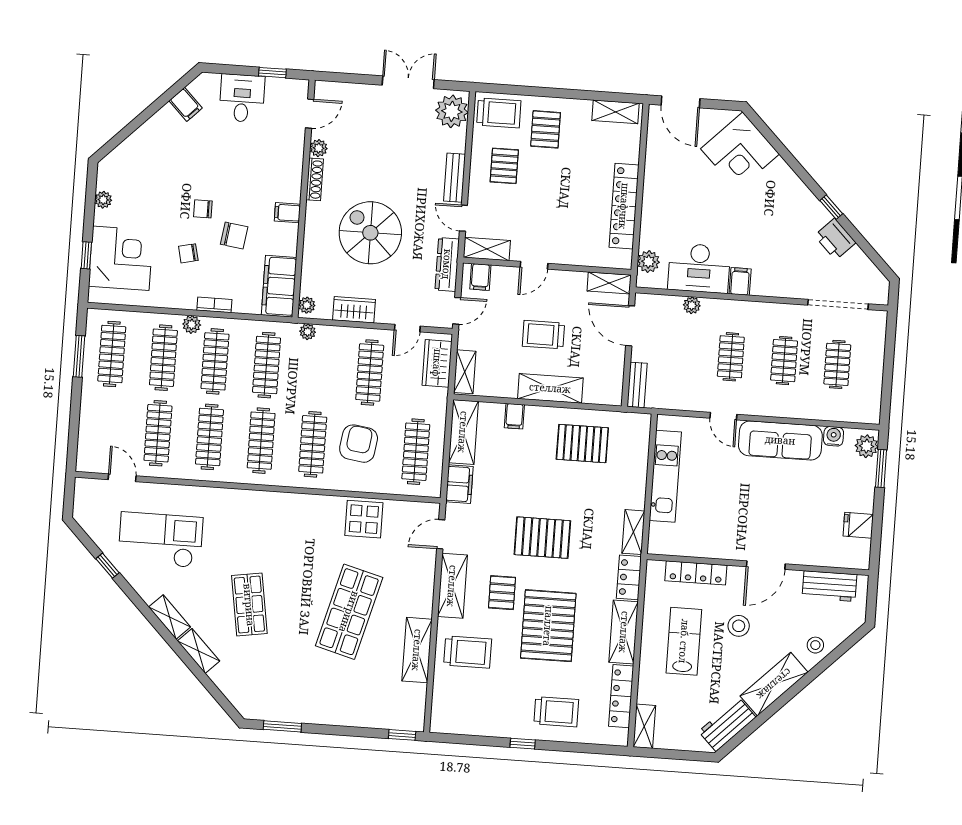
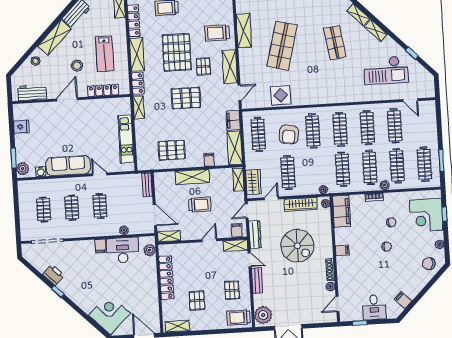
pallet: (546, 129) -> (197, 301), moved
chair: (234, 236) -> (429, 264), moved
wardrobe: (354, 310) -> (301, 204), width x1.50

